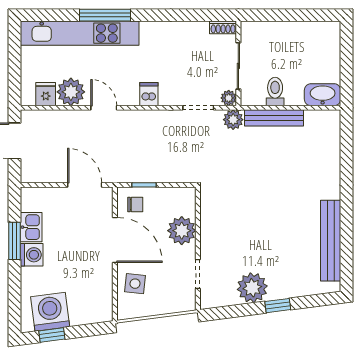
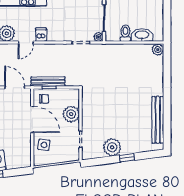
dishwasher: (149, 94) -> (41, 35), moved
washbasin: (323, 95) -> (142, 35), moved
door: (104, 108) -> (26, 43), swing flipped
bench: (274, 118) -> (48, 82), moved
plant: (233, 120) -> (158, 50), moved

